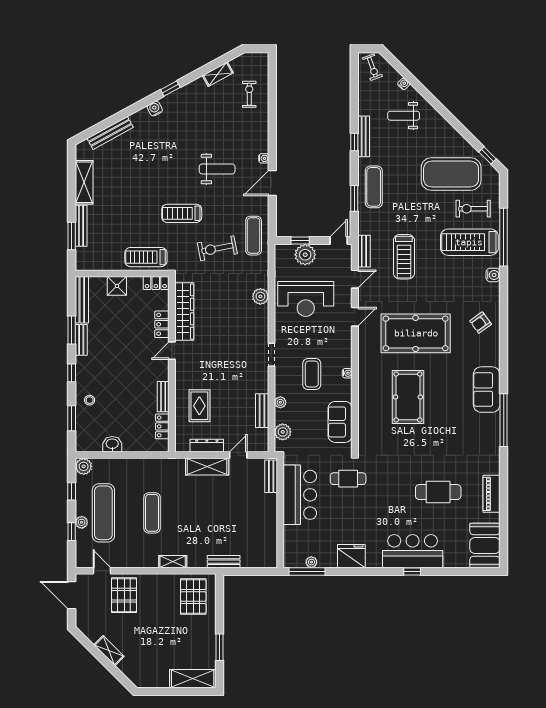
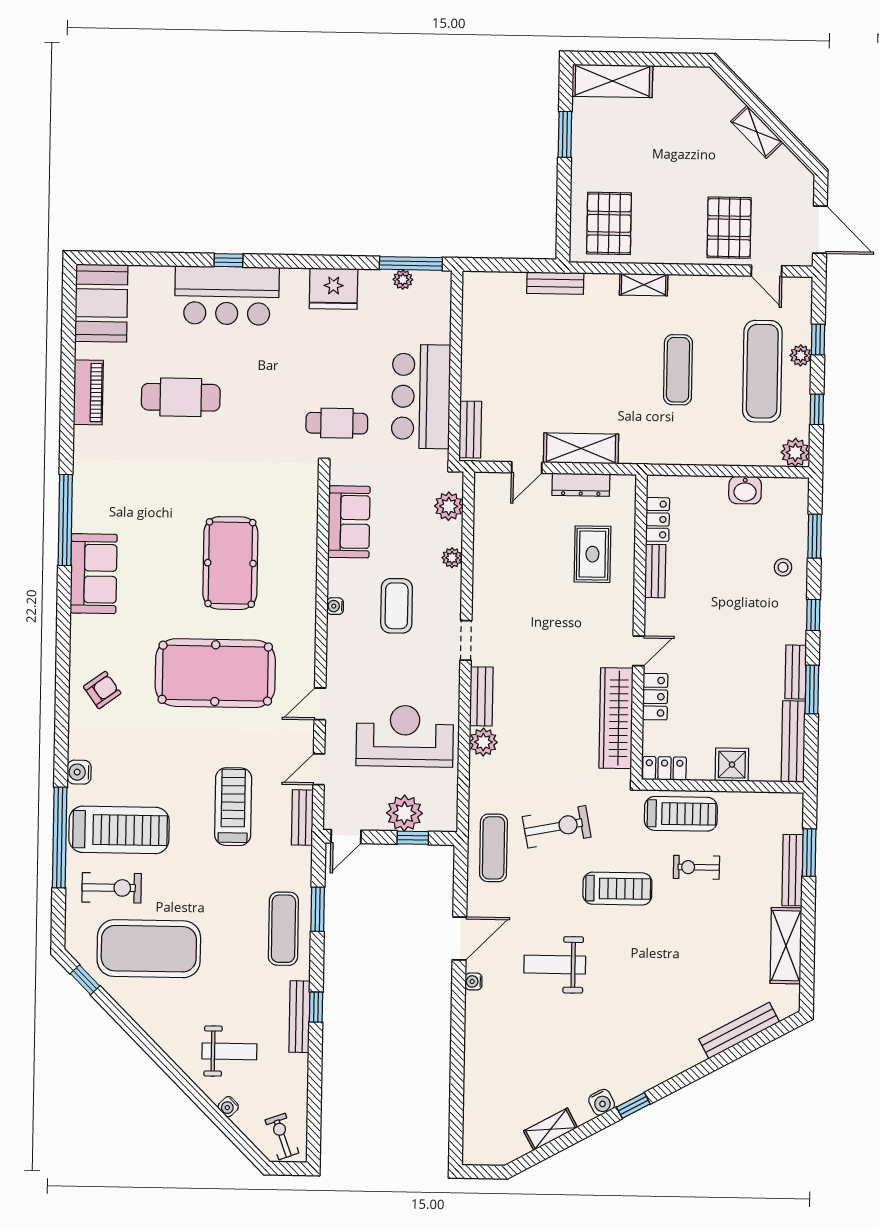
exercise bike: (249, 94) -> (696, 867), moved, turned 90
water cooler: (155, 109) -> (602, 1102), moved
bench: (262, 411) -> (481, 696), moved

